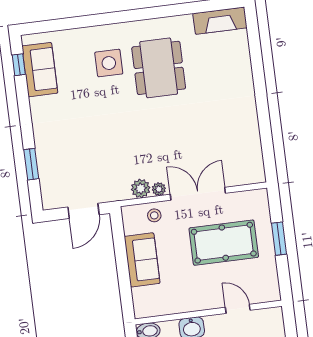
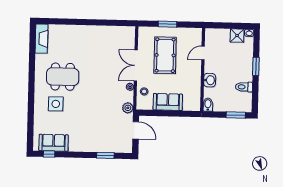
plant: (141, 189) -> (128, 108), moved

